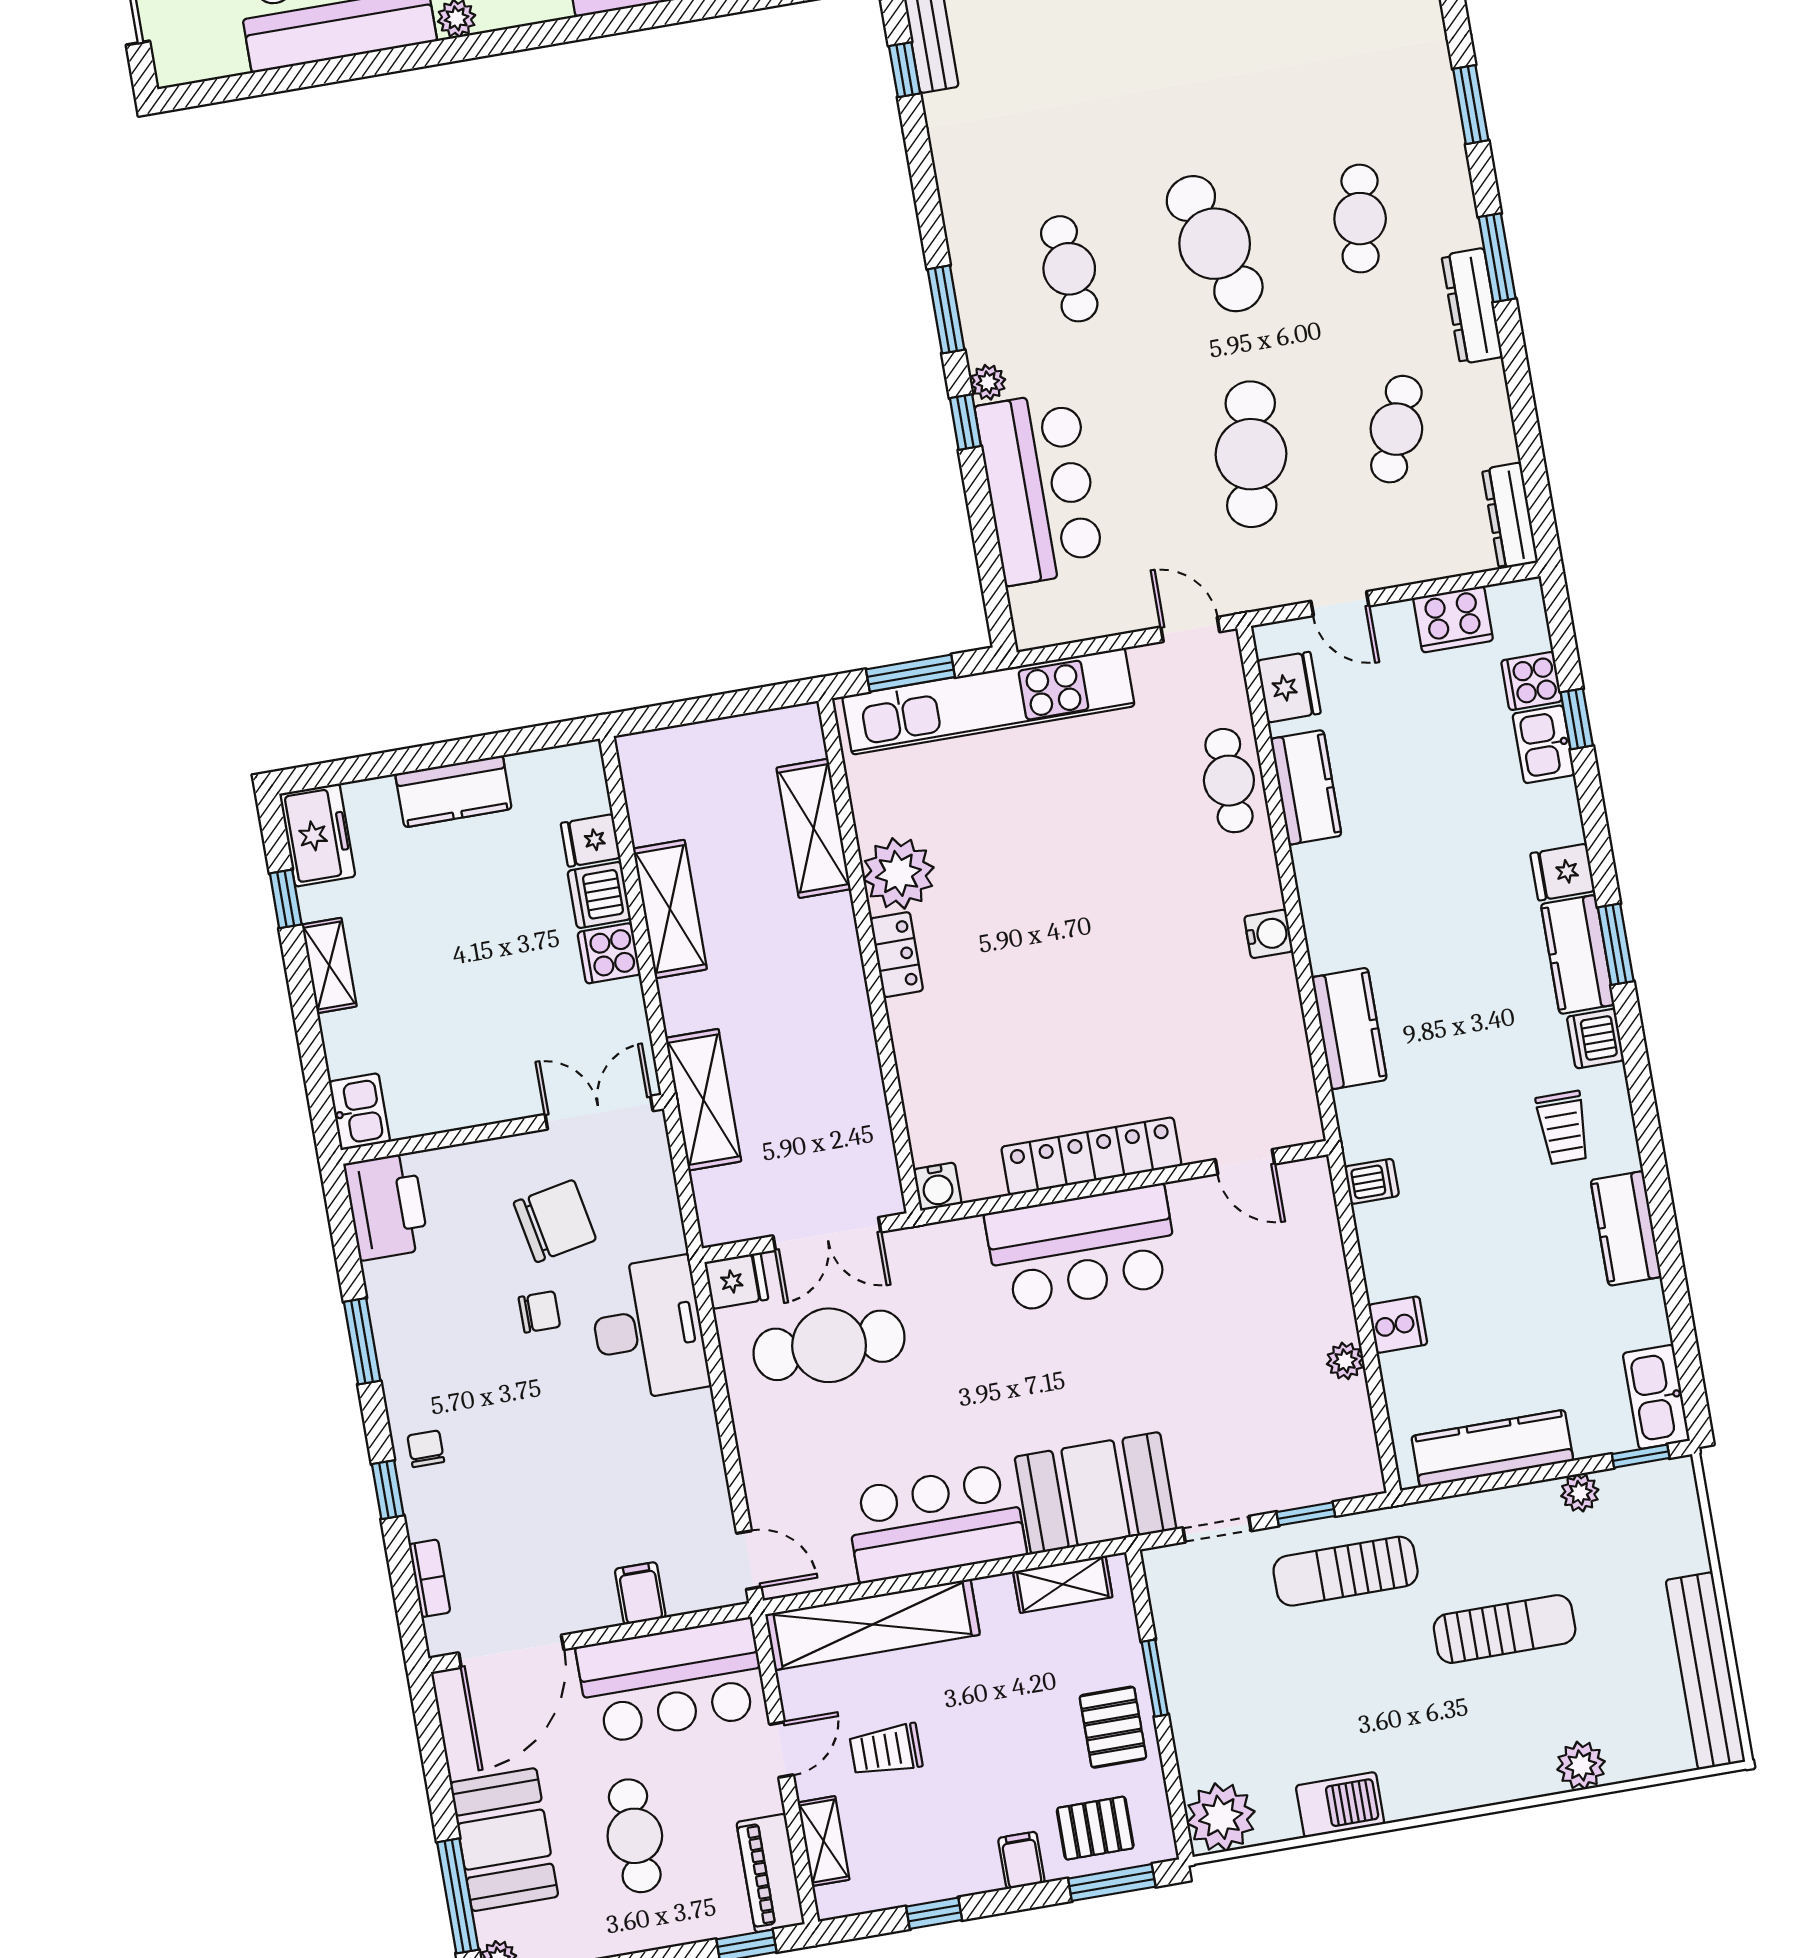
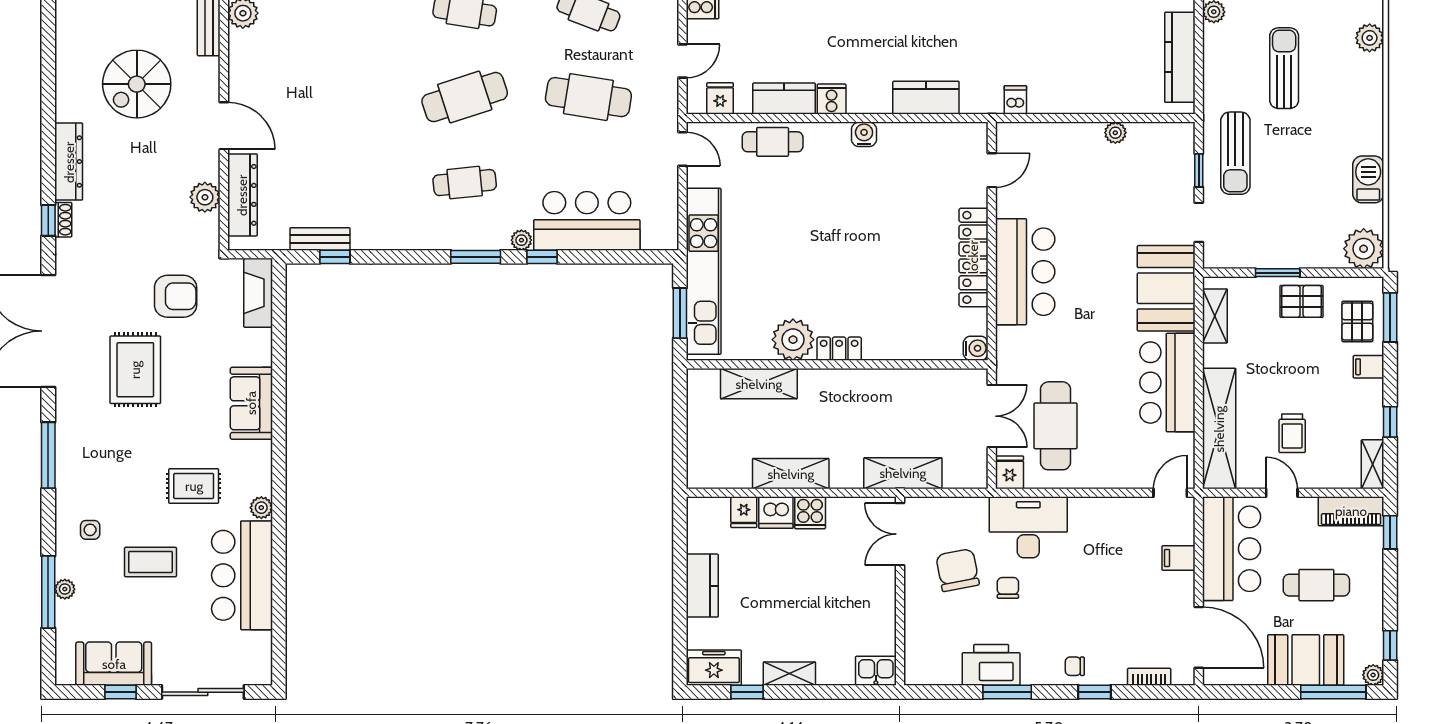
door: (1190, 629) -> (682, 149), swing flipped
fridge: (1289, 687) -> (720, 98), width x0.72
printer: (386, 1206) -> (991, 665), moved
cooker: (1398, 1325) -> (832, 99), moved
shelving: (824, 1841) -> (1373, 464), moved, turned 90

